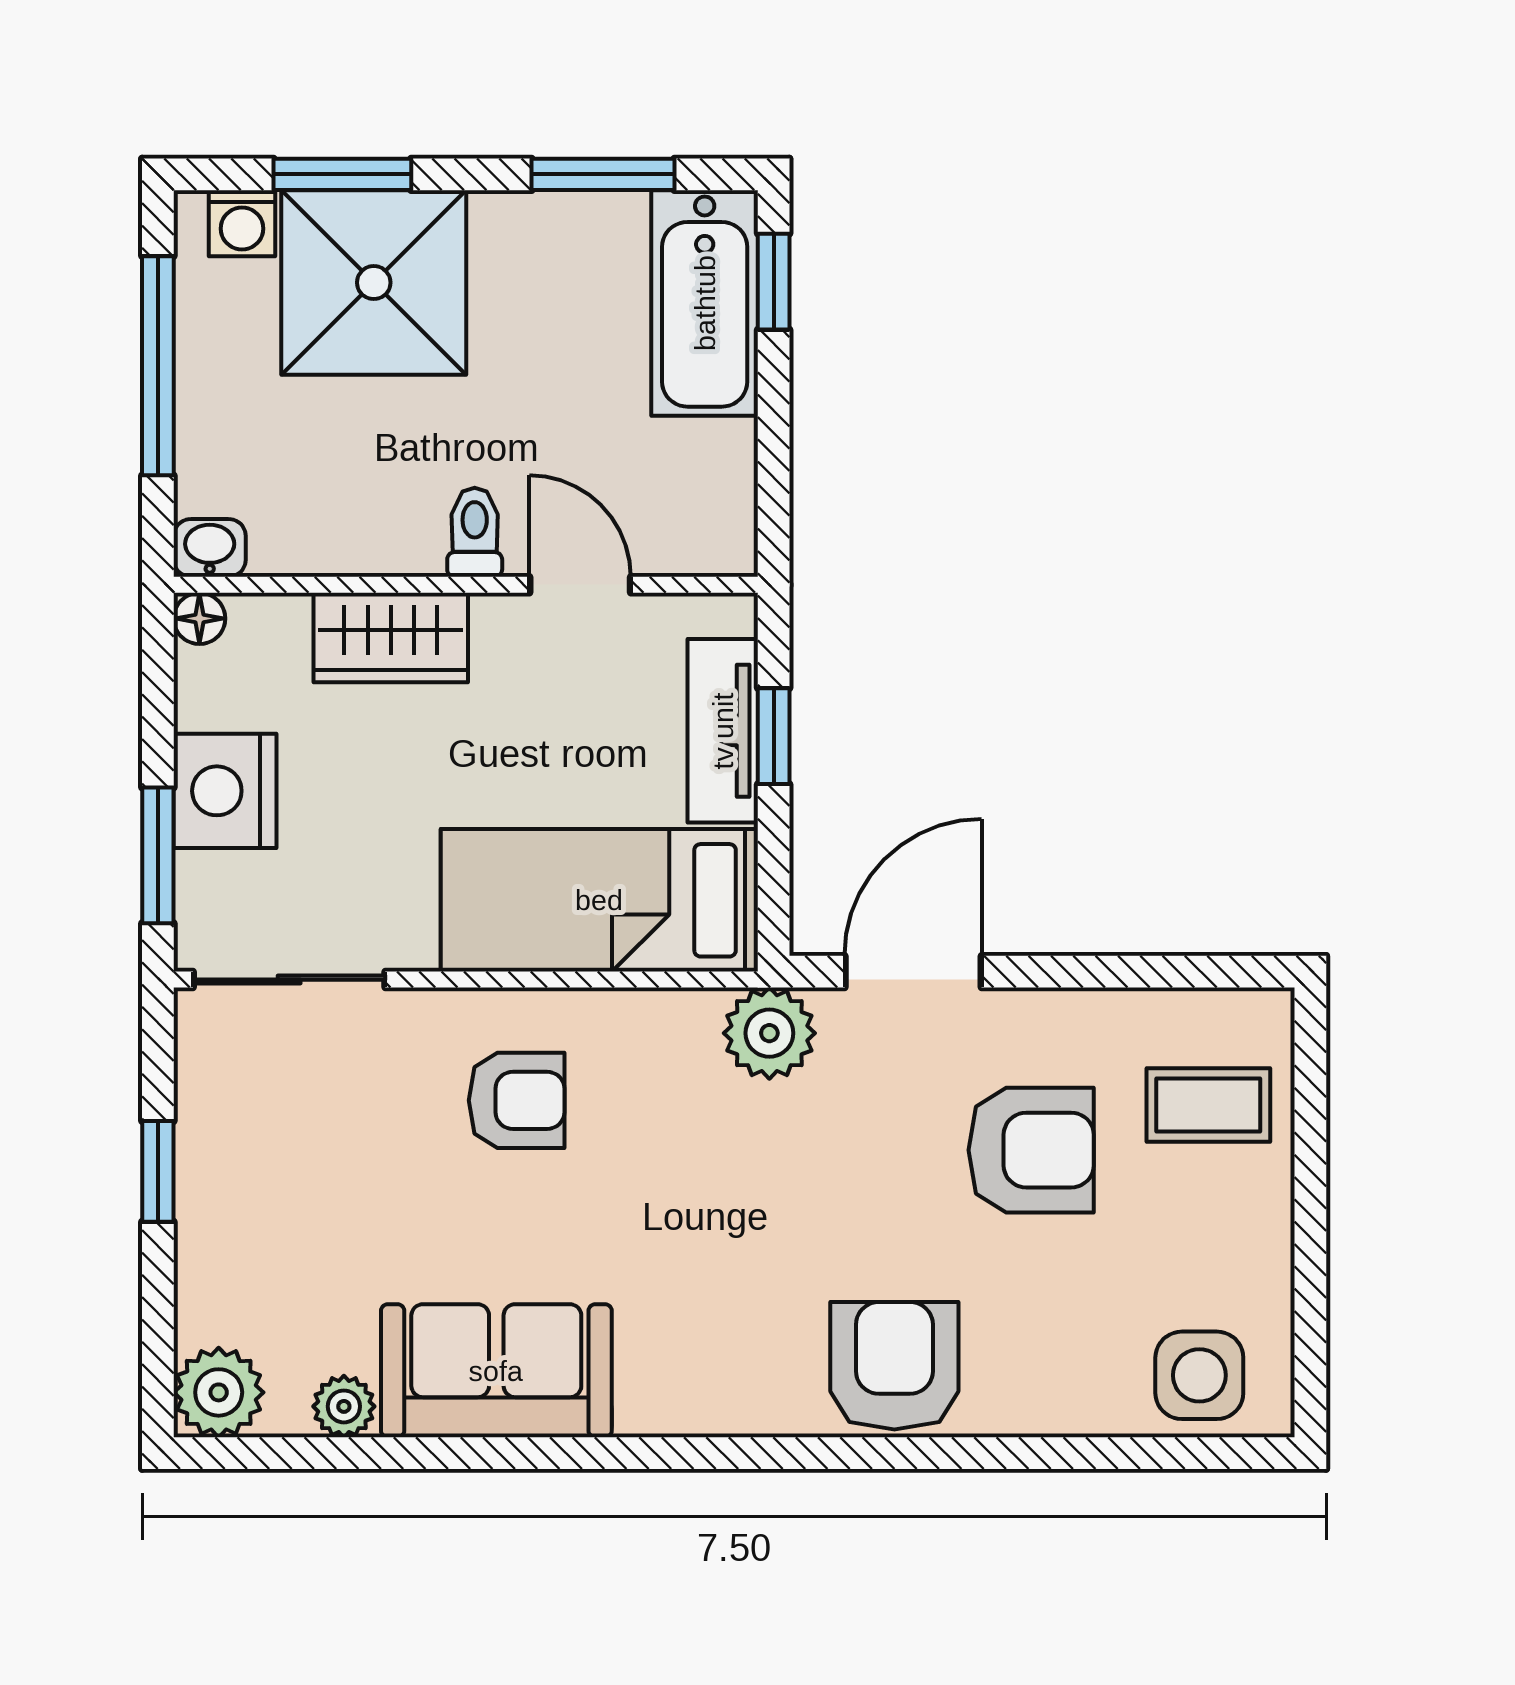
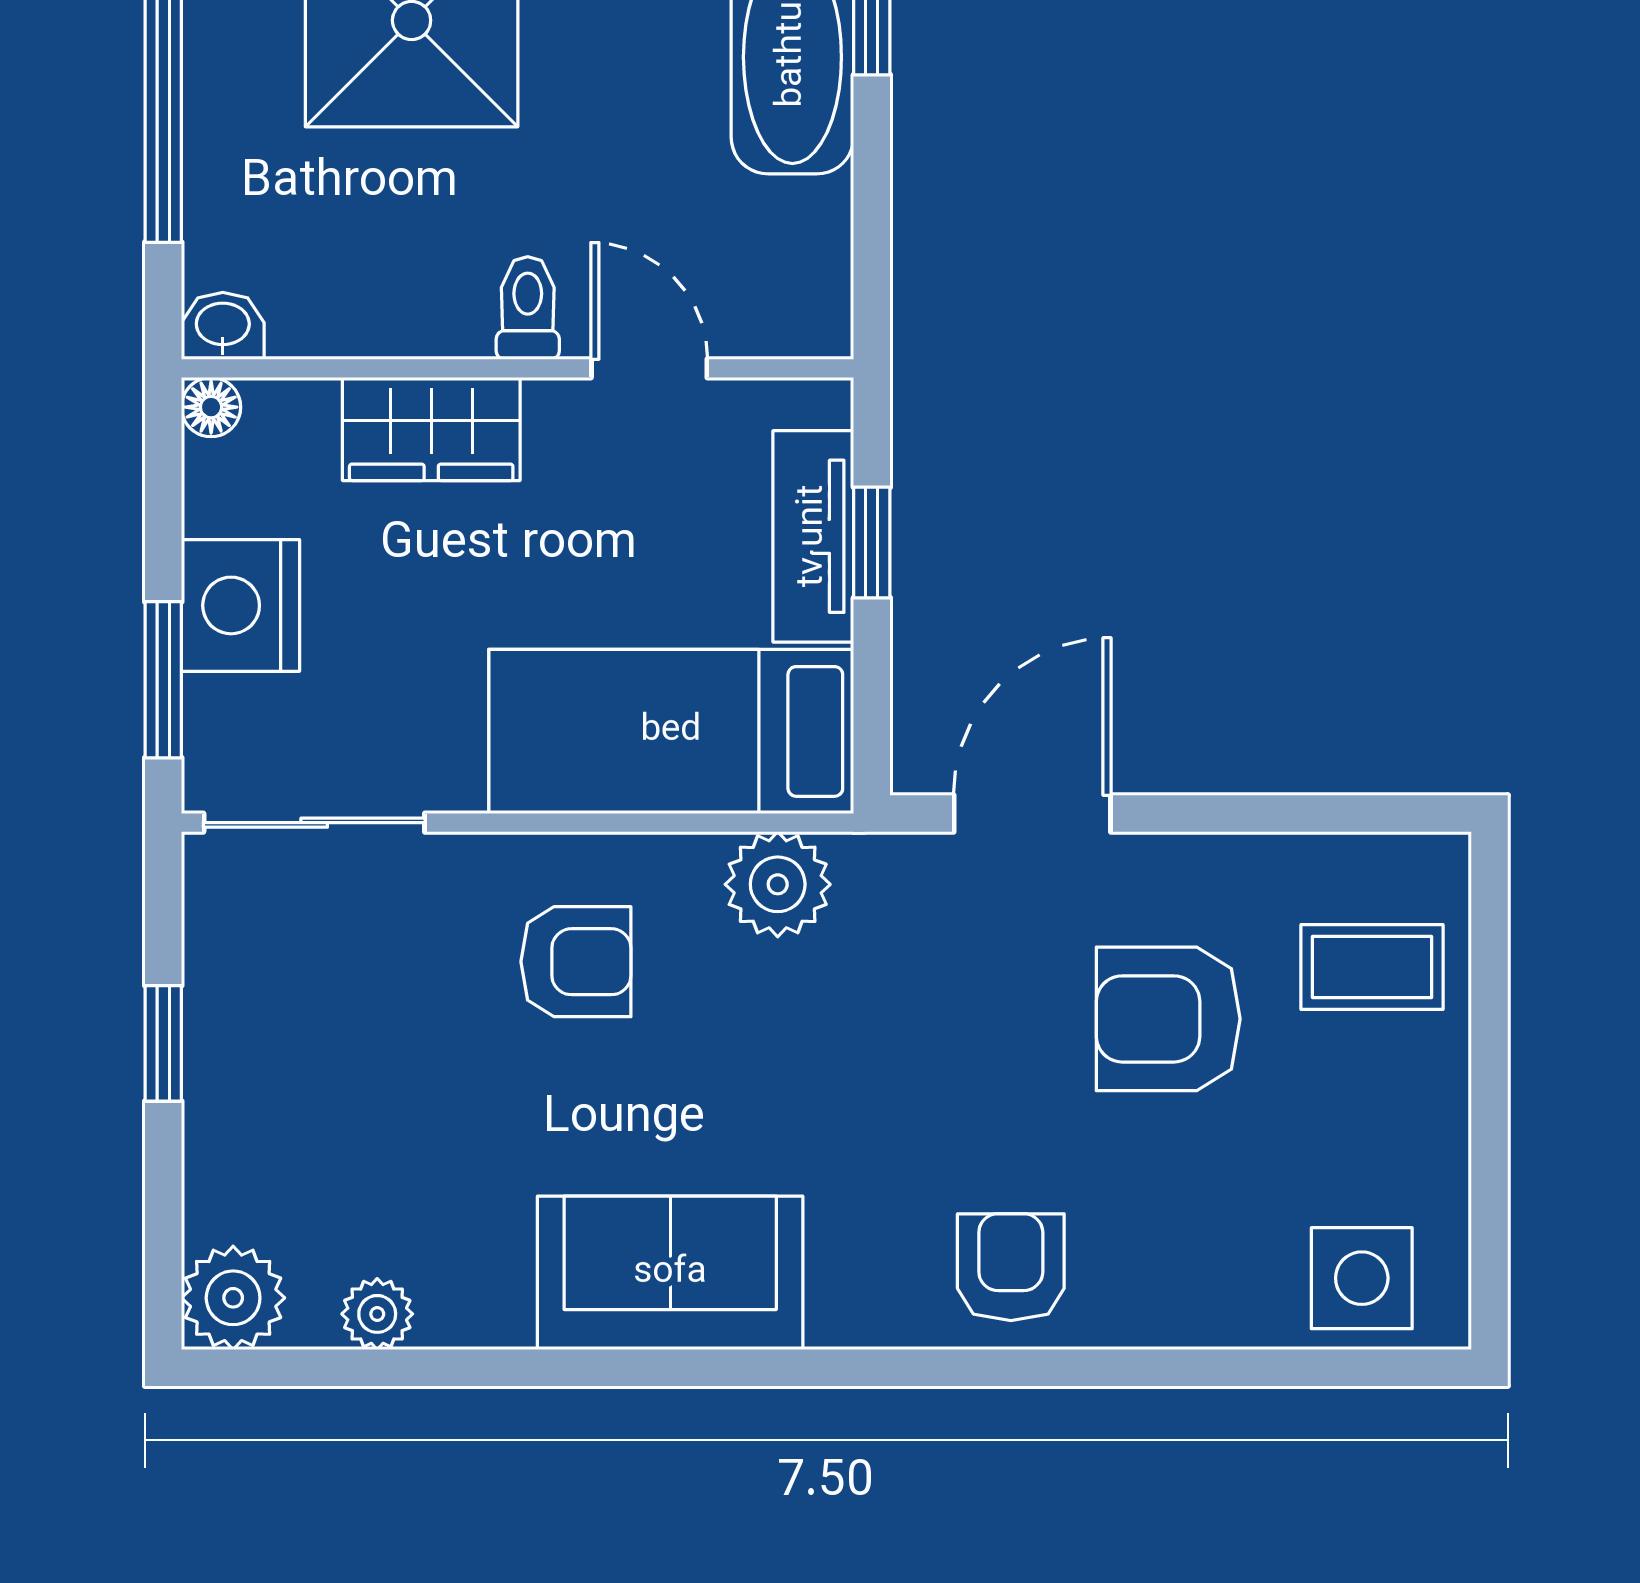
plant: (769, 1033) -> (778, 884), moved
armchair: (1031, 1150) -> (1168, 1019), turned 180
armchair: (894, 1366) -> (1011, 1267), width x0.72, depth x0.72
sofa: (496, 1371) -> (670, 1273), moved

